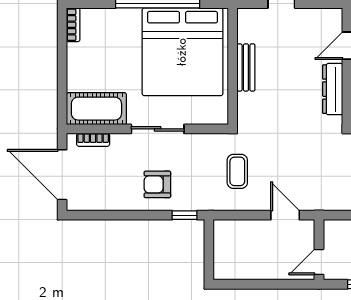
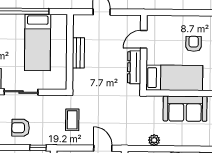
bed: (182, 52) -> (38, 42), width x0.49

